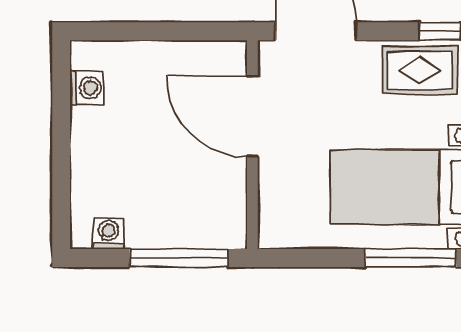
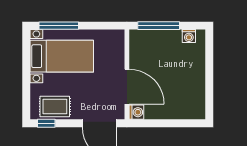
washing machine: (87, 88) -> (136, 112), moved, turned 180

